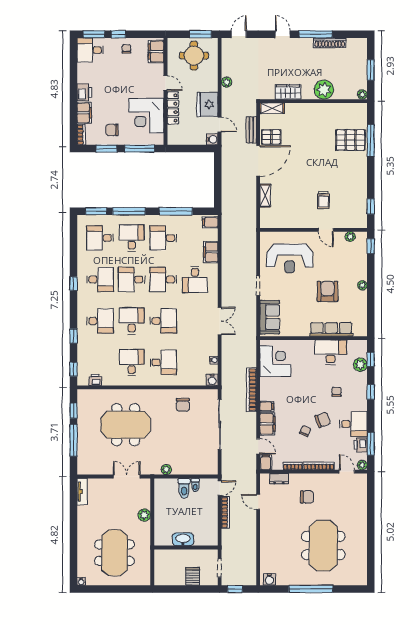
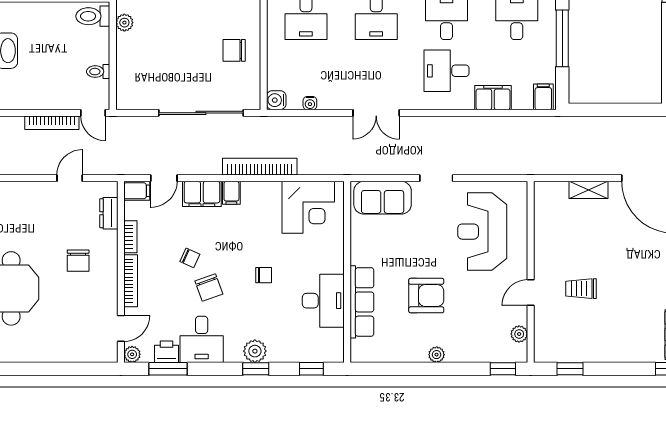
plant: (360, 365) -> (255, 351), moved
chair: (337, 392) -> (264, 275), moved
toilet: (184, 488) -> (93, 16), moved

